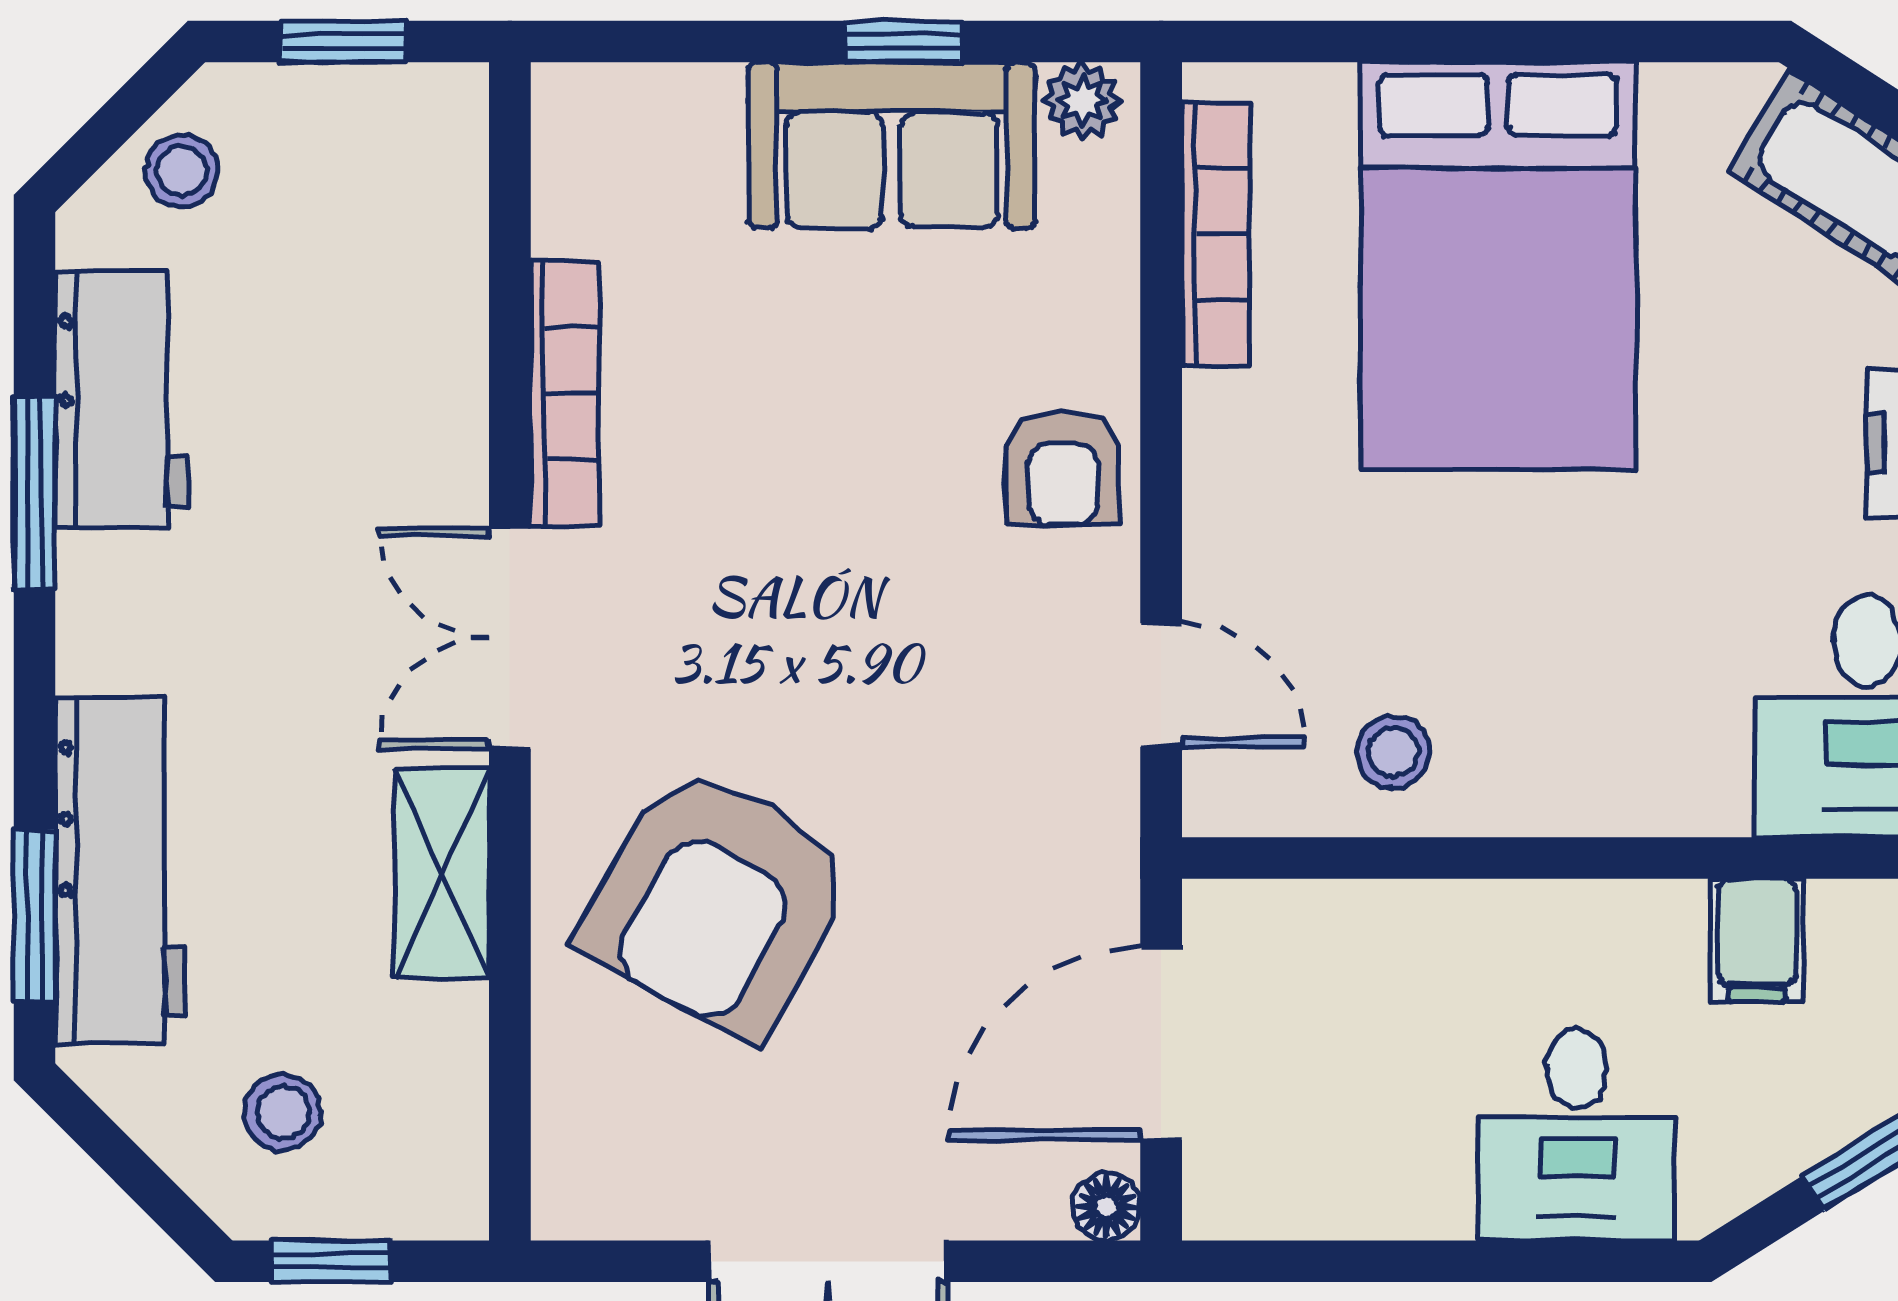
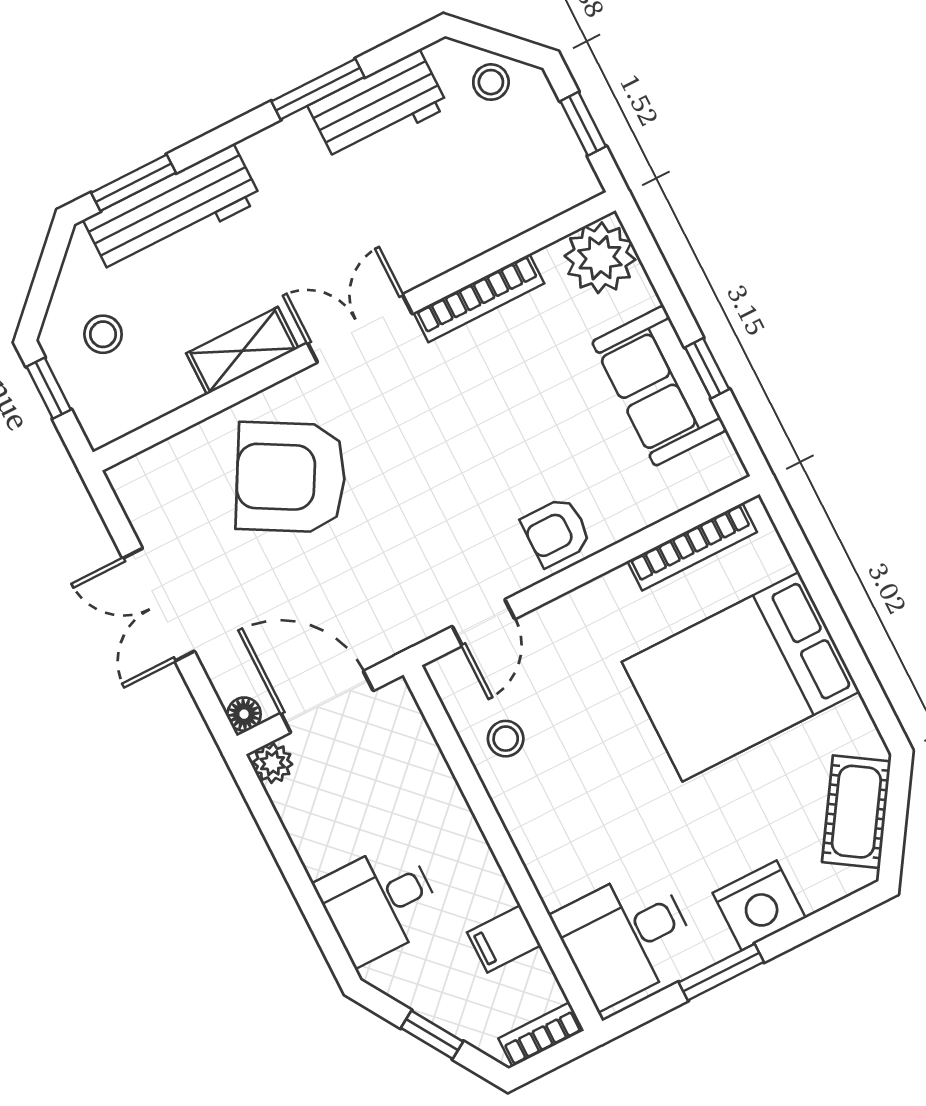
plant: (1082, 101) -> (600, 258), moved, width x1.87, depth x1.87
plant: (1222, 1200) -> (273, 763), added

